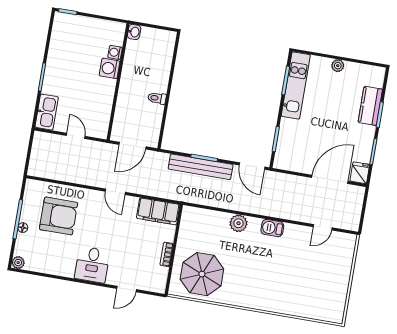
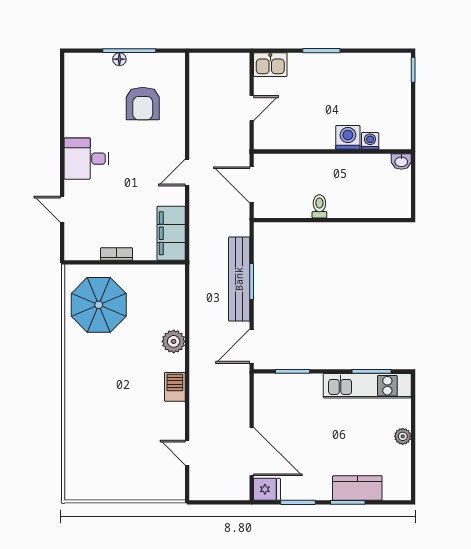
kitchen sink: (47, 112) -> (270, 65), width x0.73
armchair: (59, 216) -> (143, 104), width x0.73, depth x0.73
plant: (18, 263) -> (72, 61), removed

